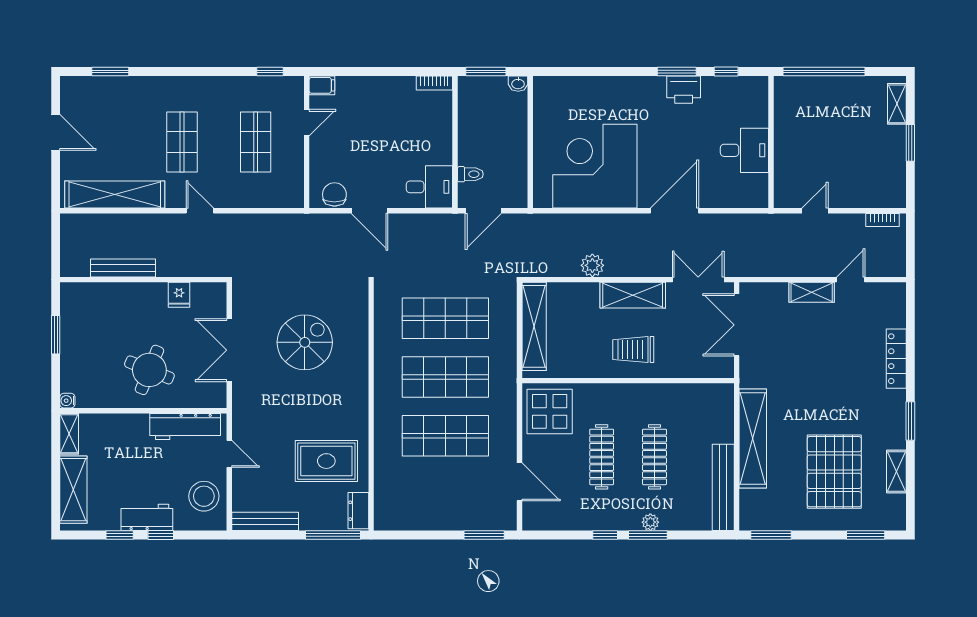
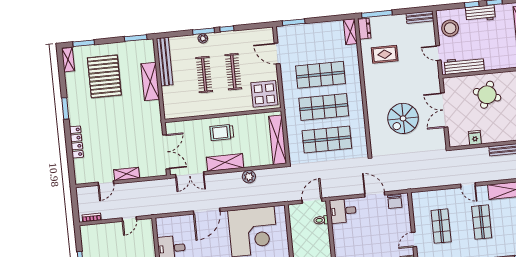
double door: (229, 350) -> (444, 110), swing flipped
trolley: (633, 350) -> (222, 132), turned 180
shelving: (753, 439) -> (150, 81), width x0.68
rug: (326, 461) -> (385, 54), width x0.73, depth x0.70
shelving: (896, 471) -> (68, 60), moved
shelving: (384, 508) -> (350, 32), added
bench: (265, 521) -> (420, 17), width x0.73

